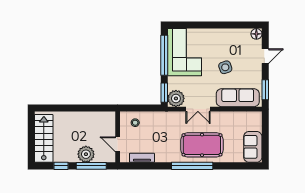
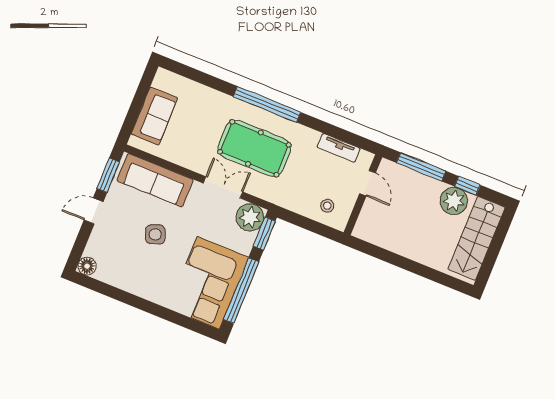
door: (265, 56) -> (94, 211), moved
pool table: (202, 145) -> (254, 148), moved
sofa: (253, 147) -> (154, 116), moved
plant: (86, 154) -> (454, 201), moved

